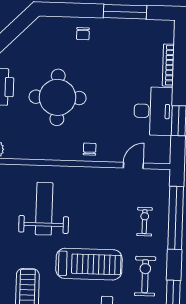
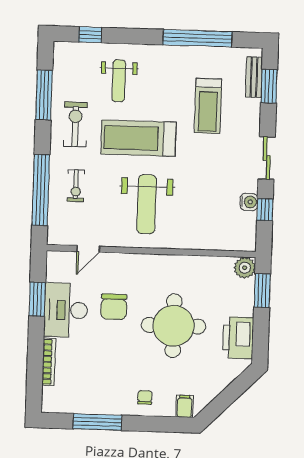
filing cabinet: (48, 26) -> (185, 406), added
chair: (90, 149) -> (114, 307), moved, width x1.87, depth x1.87
weight bench: (44, 209) -> (147, 204), moved
exercise bike: (145, 276) -> (75, 124), turned 180

